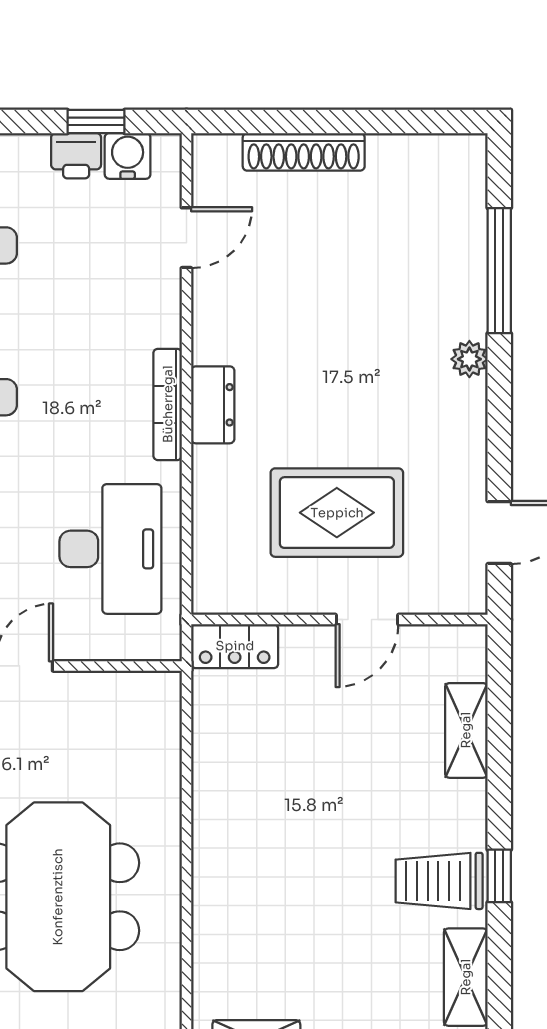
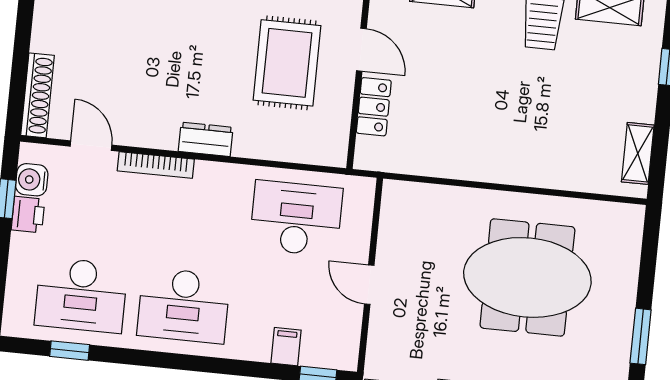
shoe rack: (304, 152) -> (38, 95), moved
bookcase: (168, 404) -> (156, 165), moved
locker: (235, 646) -> (374, 107), moved

